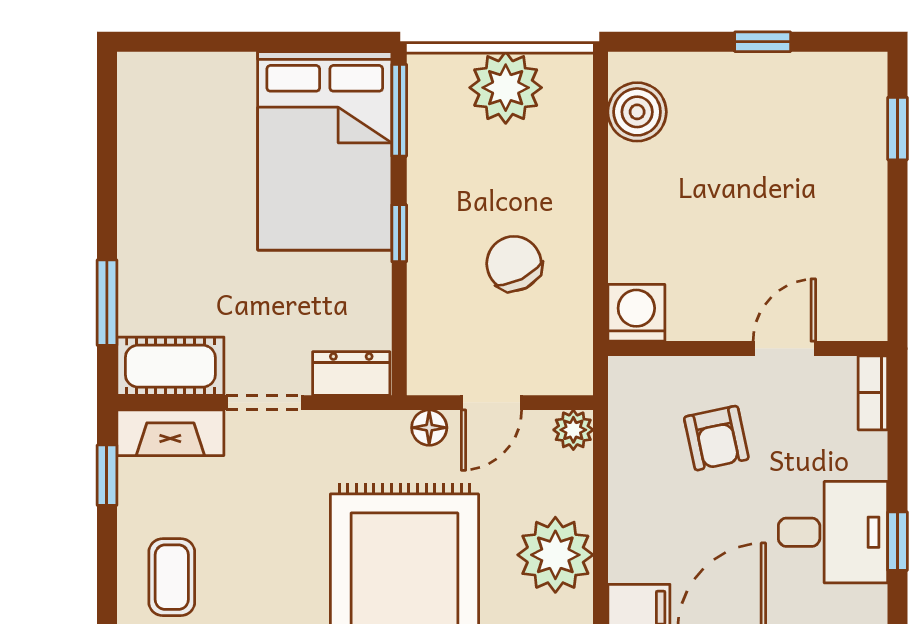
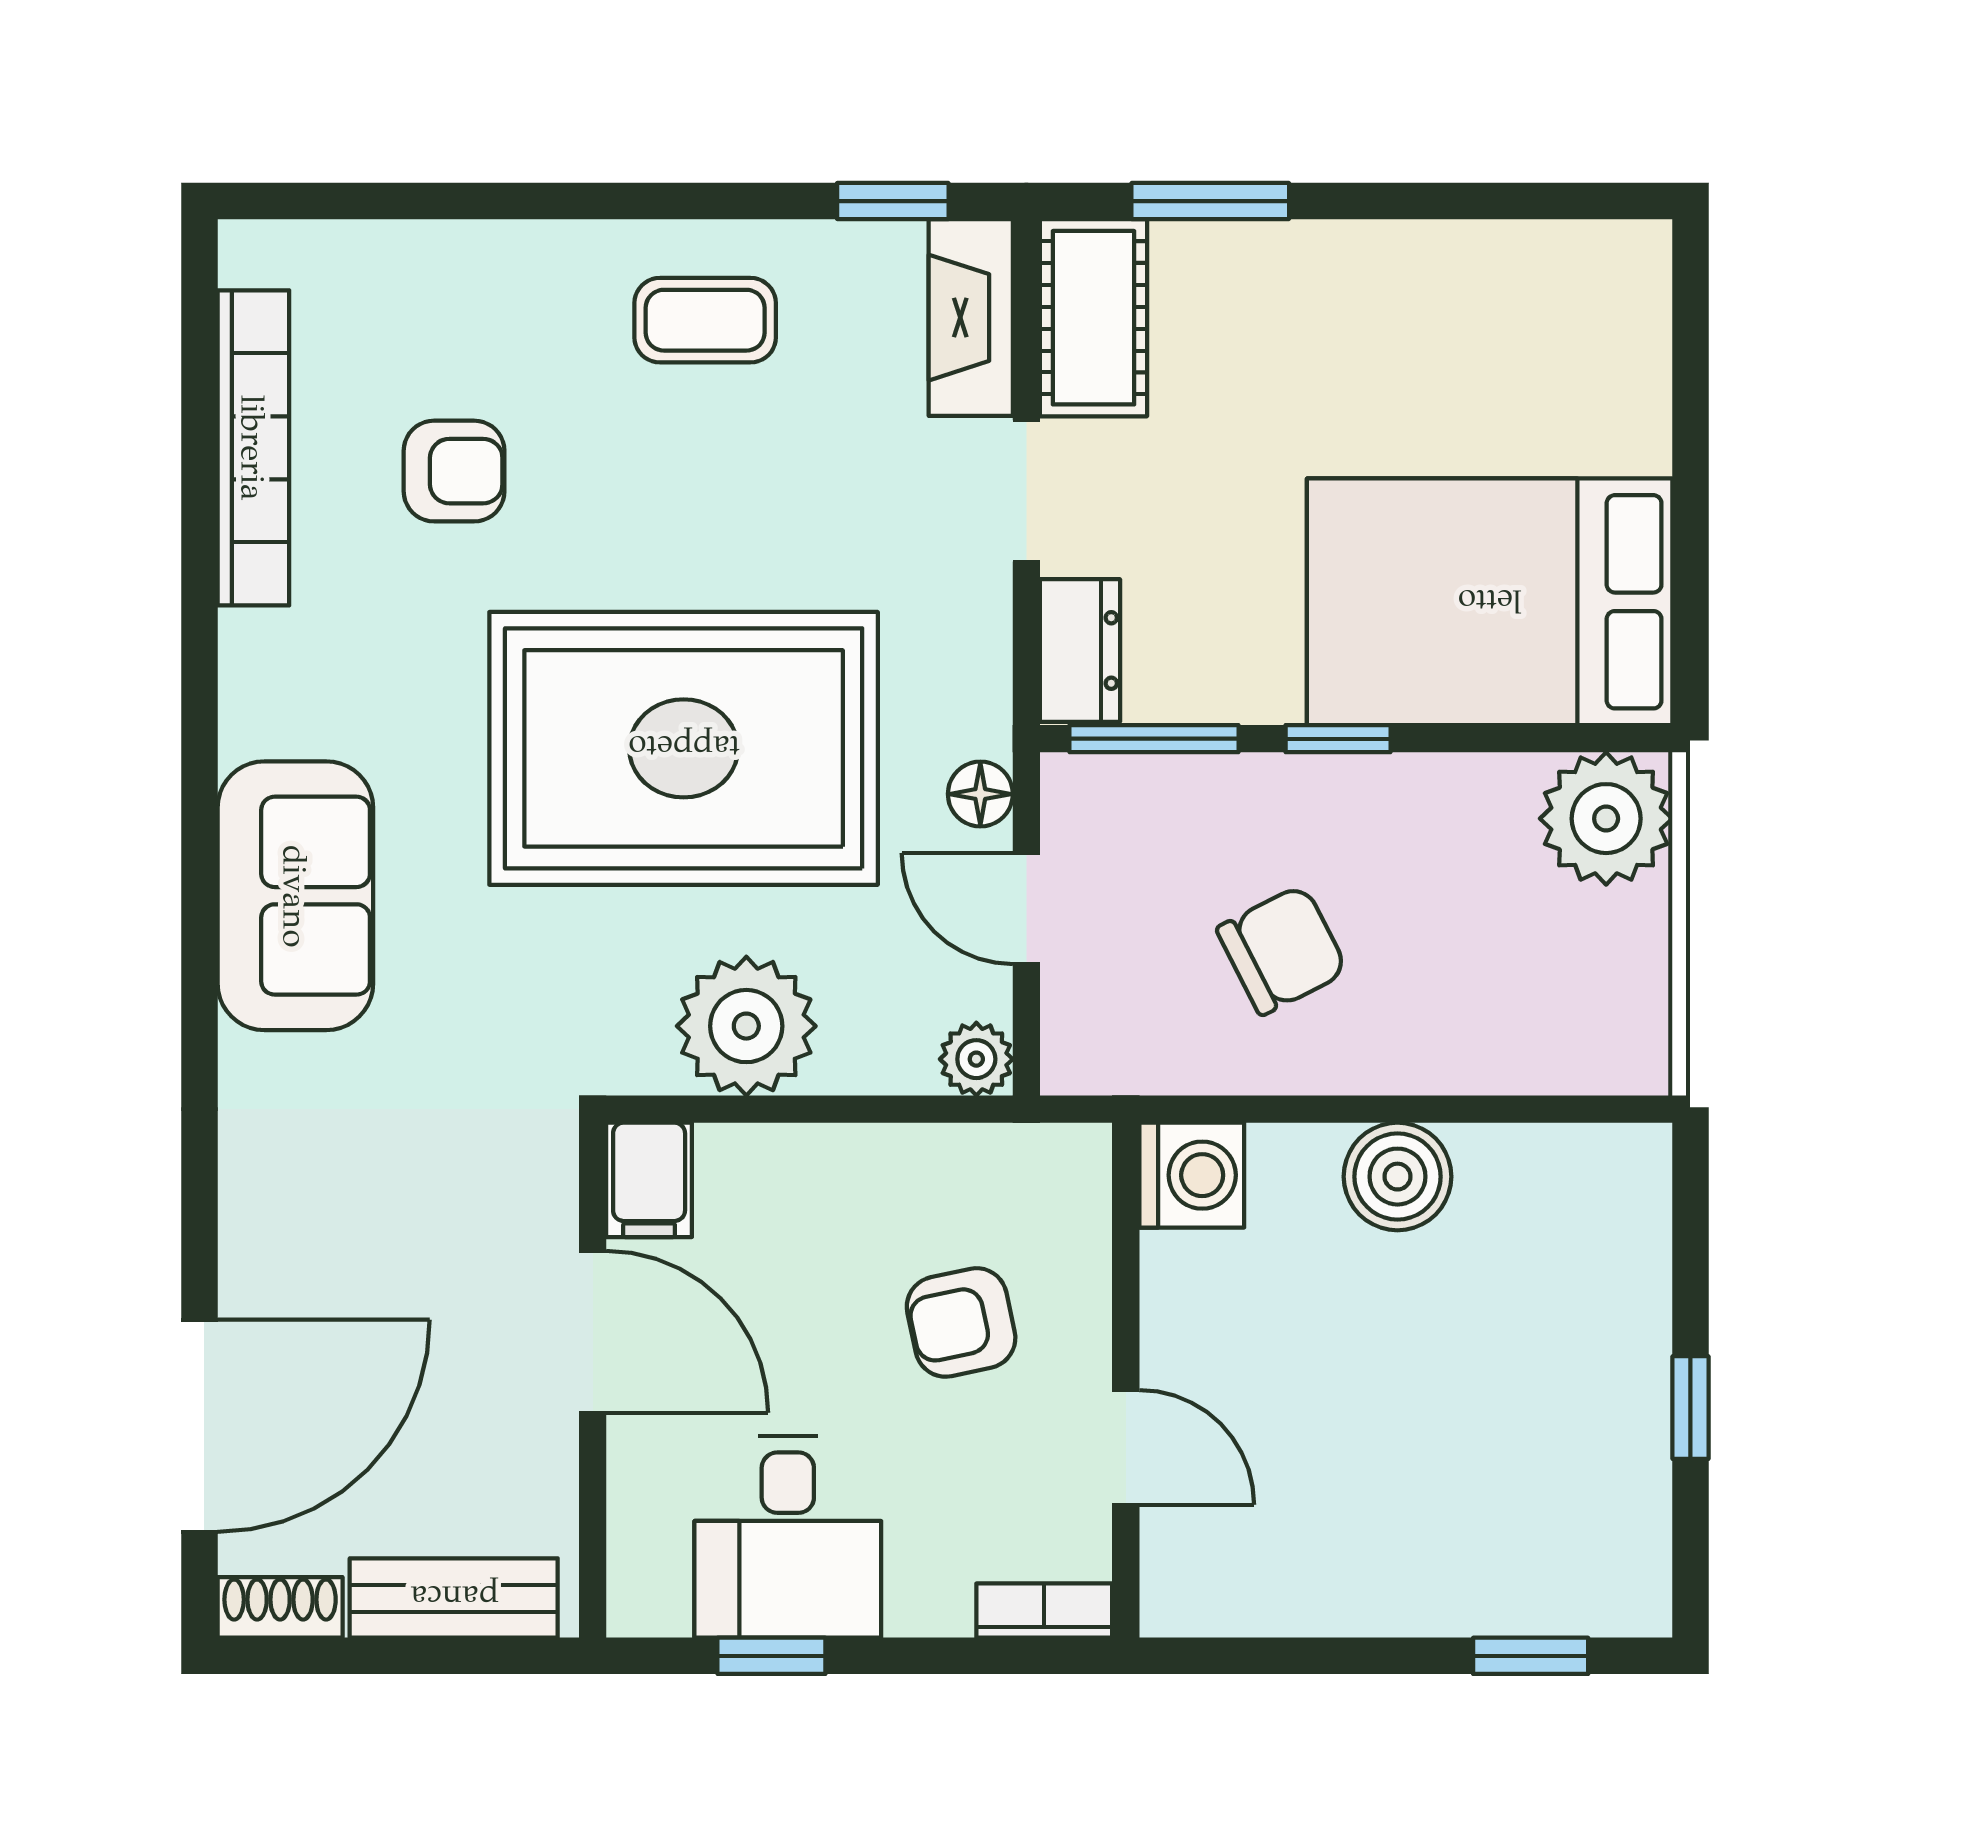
plant: (506, 88) -> (1606, 819), moved
window: (399, 110) -> (1154, 739), moved
boiler: (637, 112) -> (1397, 1177), moved

